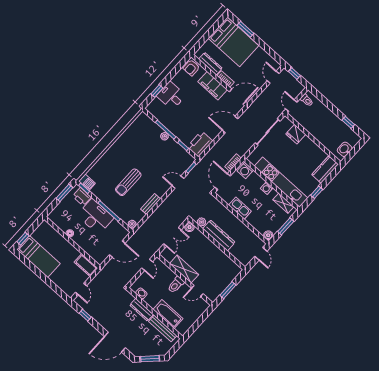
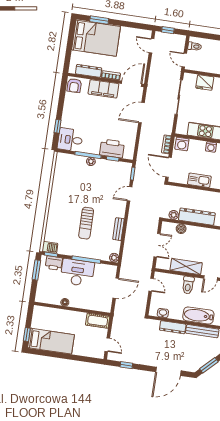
desk: (171, 96) -> (70, 140), moved
printer: (200, 144) -> (112, 149), moved, turned 90
boiler: (189, 227) -> (181, 229), moved

